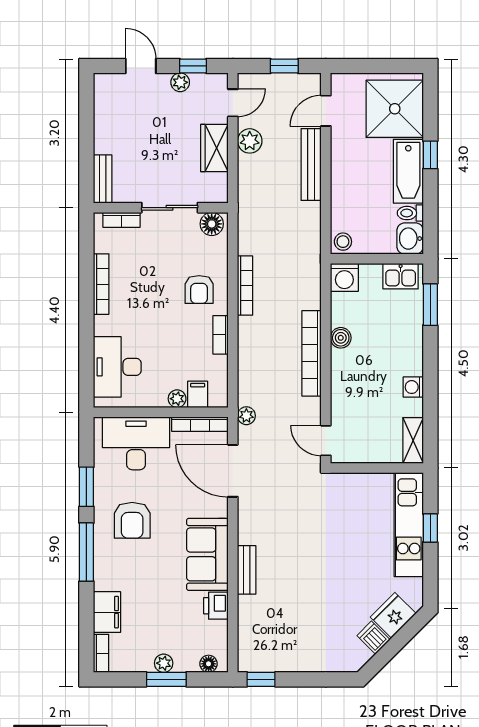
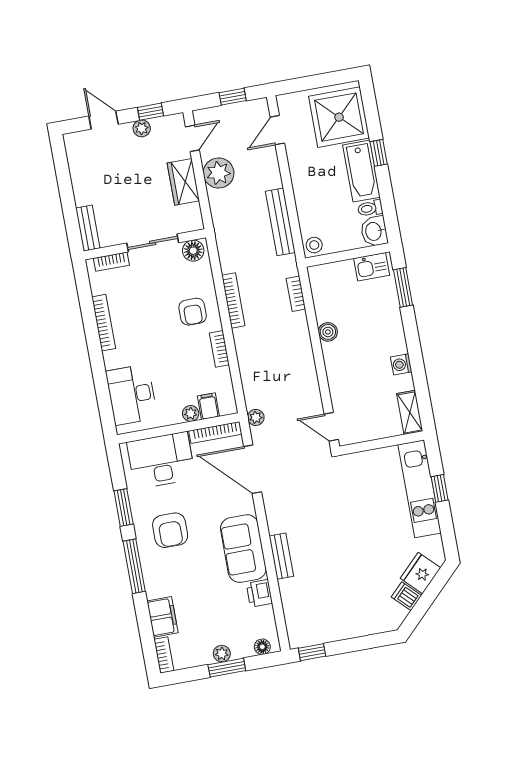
plant: (250, 141) -> (219, 173), width x1.36, depth x1.36
bench: (311, 164) -> (280, 222), moved
washing machine: (344, 277) -> (321, 277), removed
bookcase: (311, 353) -> (296, 294), moved, width x0.43, depth x0.76

